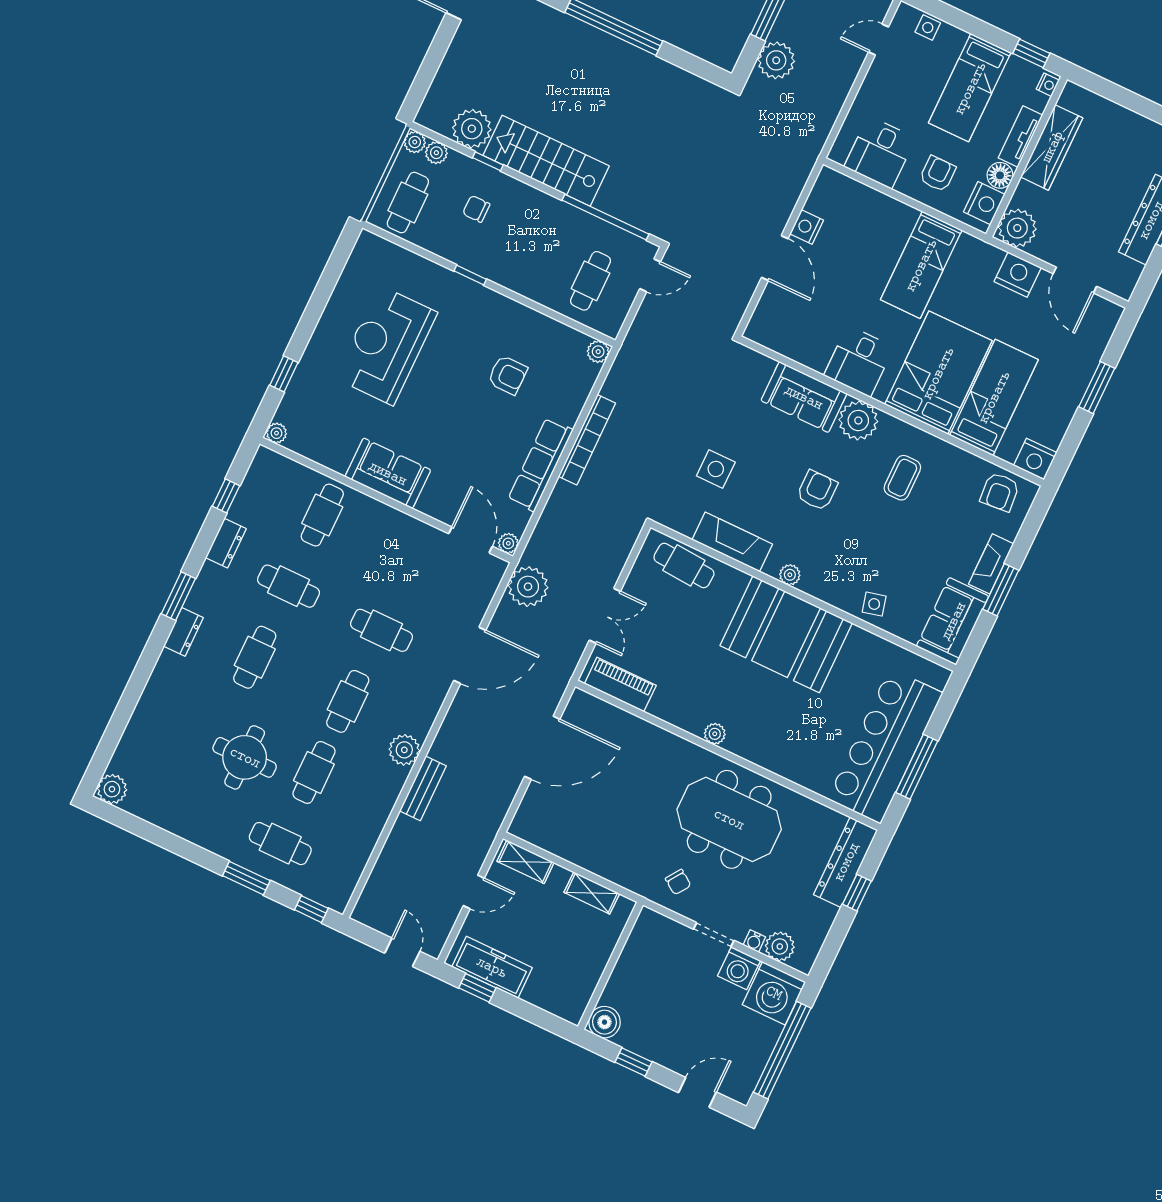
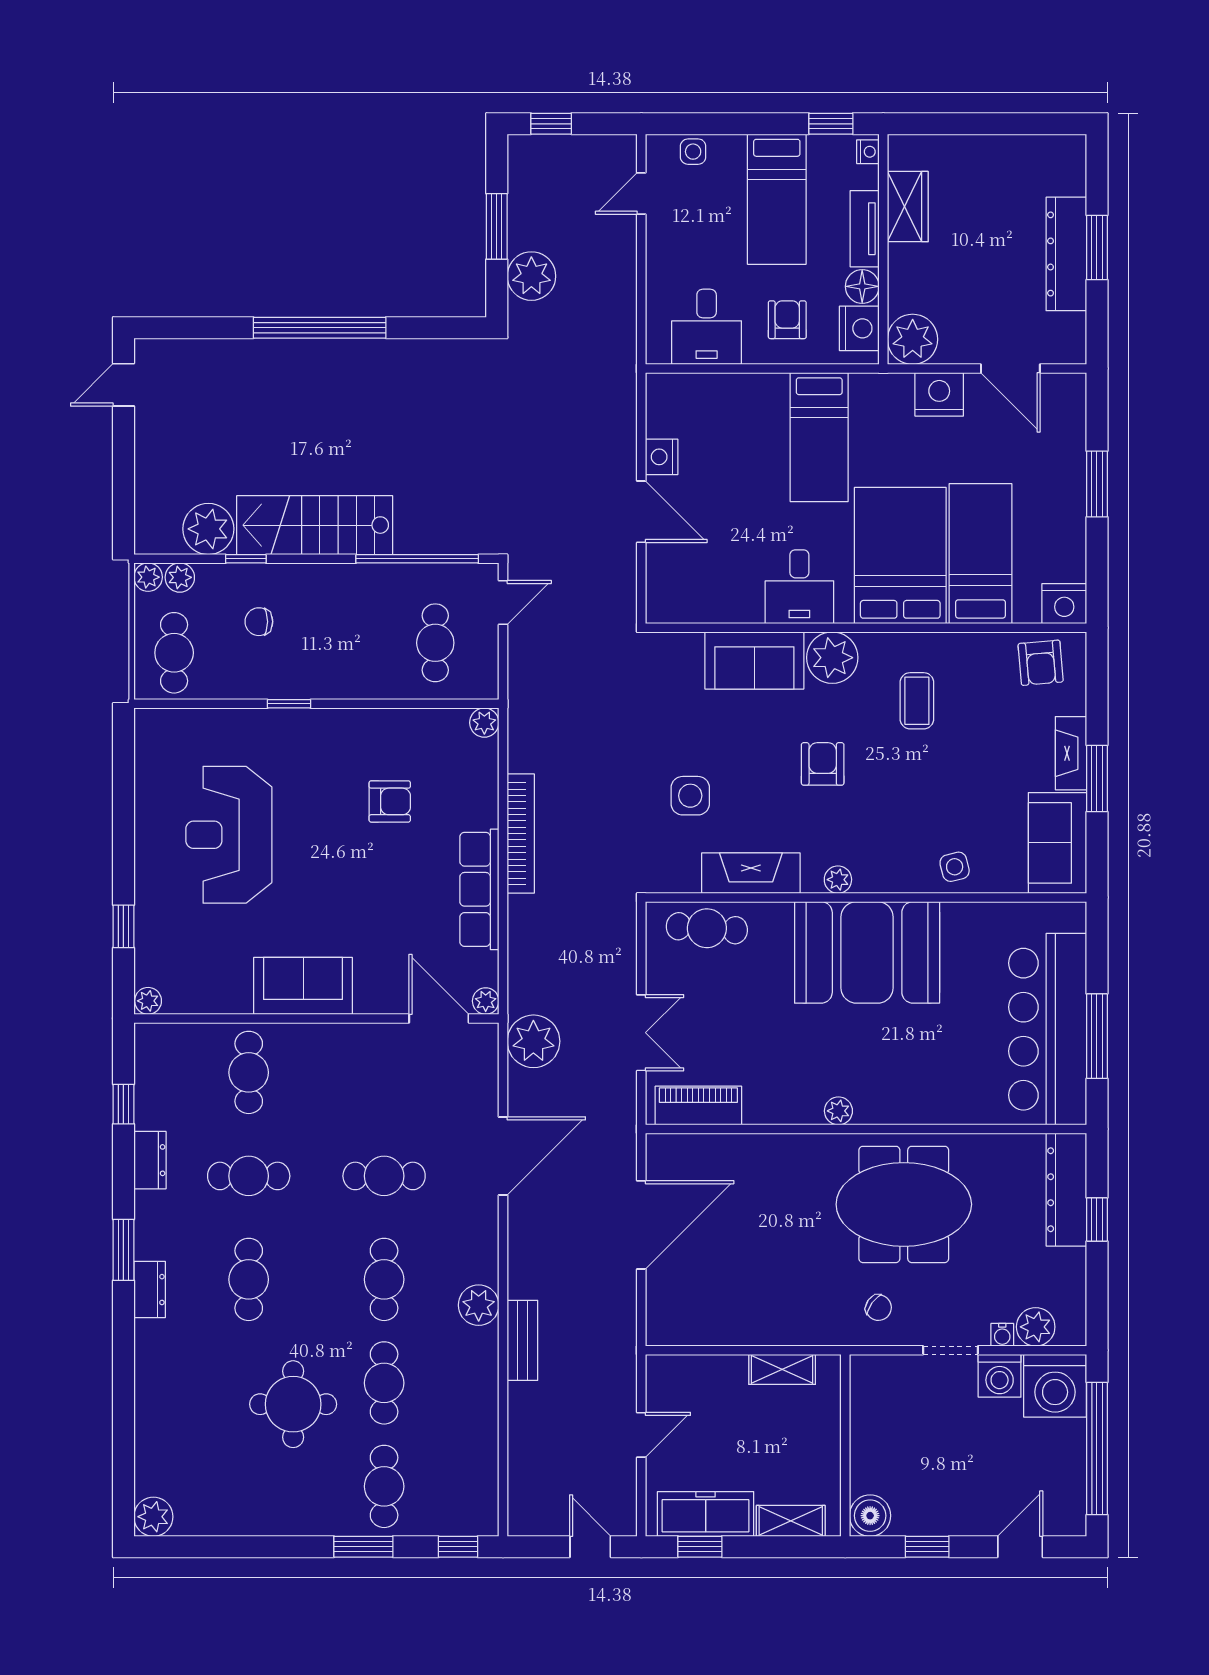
wardrobe: (1052, 147) -> (908, 207), width x0.67
cafe table: (280, 844) -> (384, 1486), turned 90
shelving: (525, 862) -> (791, 1521), moved

